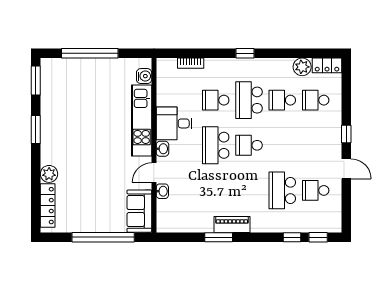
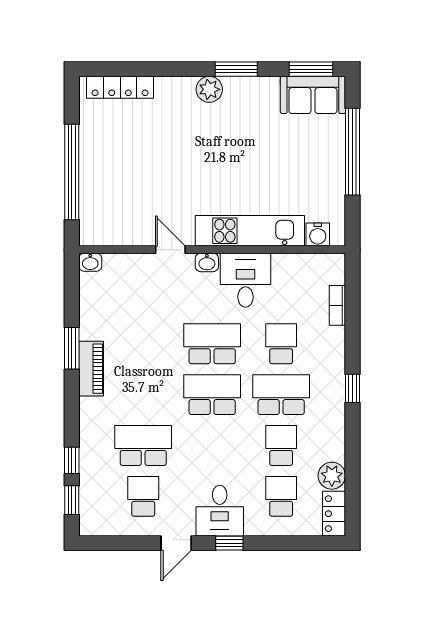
desk: (325, 140) -> (220, 511), added
school desk: (249, 145) -> (212, 395), width x1.85
plant: (49, 174) -> (209, 89), moved
washbasin: (162, 191) -> (90, 262), moved
sofa: (139, 211) -> (313, 95), moved, turned 180

